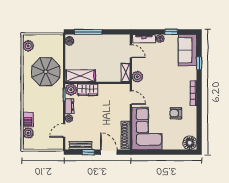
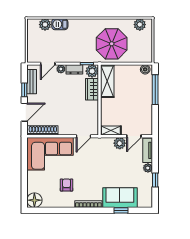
sofa: (187, 50) -> (120, 198), moved
plant: (137, 77) -> (120, 143), moved
door: (64, 130) -> (48, 64), swing flipped

